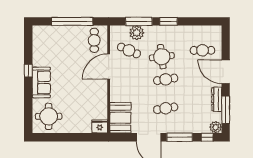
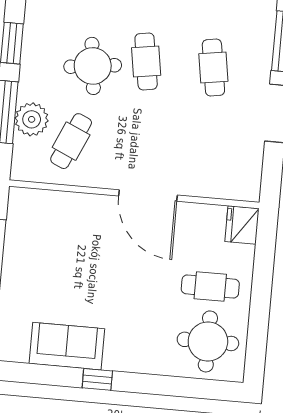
cafe table: (94, 40) -> (210, 286), moved
door: (109, 67) -> (148, 195), moved
sofa: (41, 82) -> (67, 346), moved
booth: (120, 118) -> (226, 175), removed

